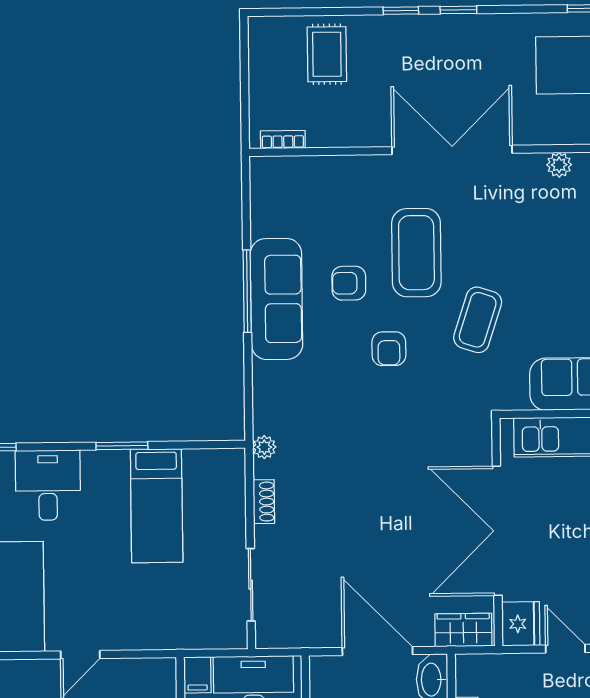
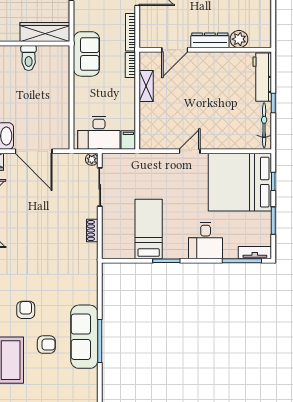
plant: (264, 447) -> (92, 159), moved

